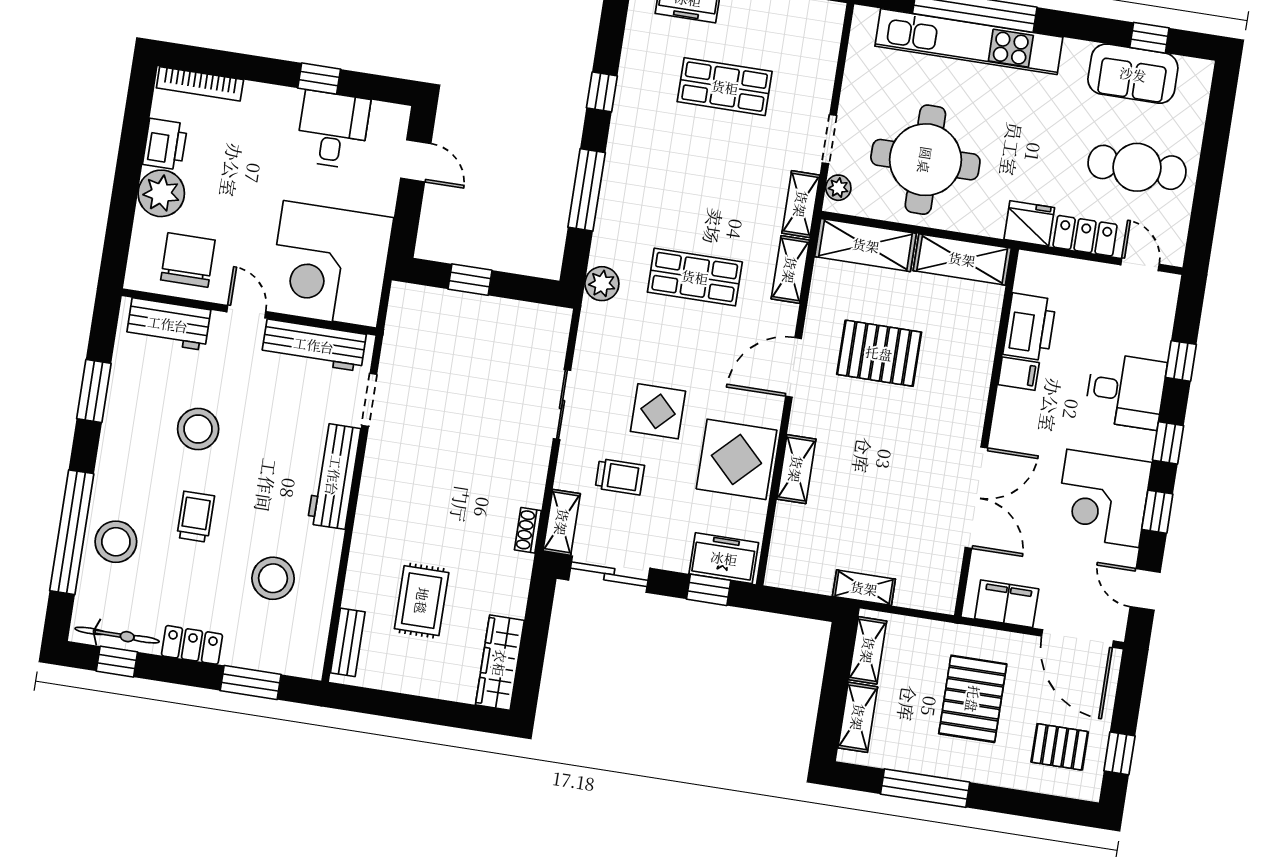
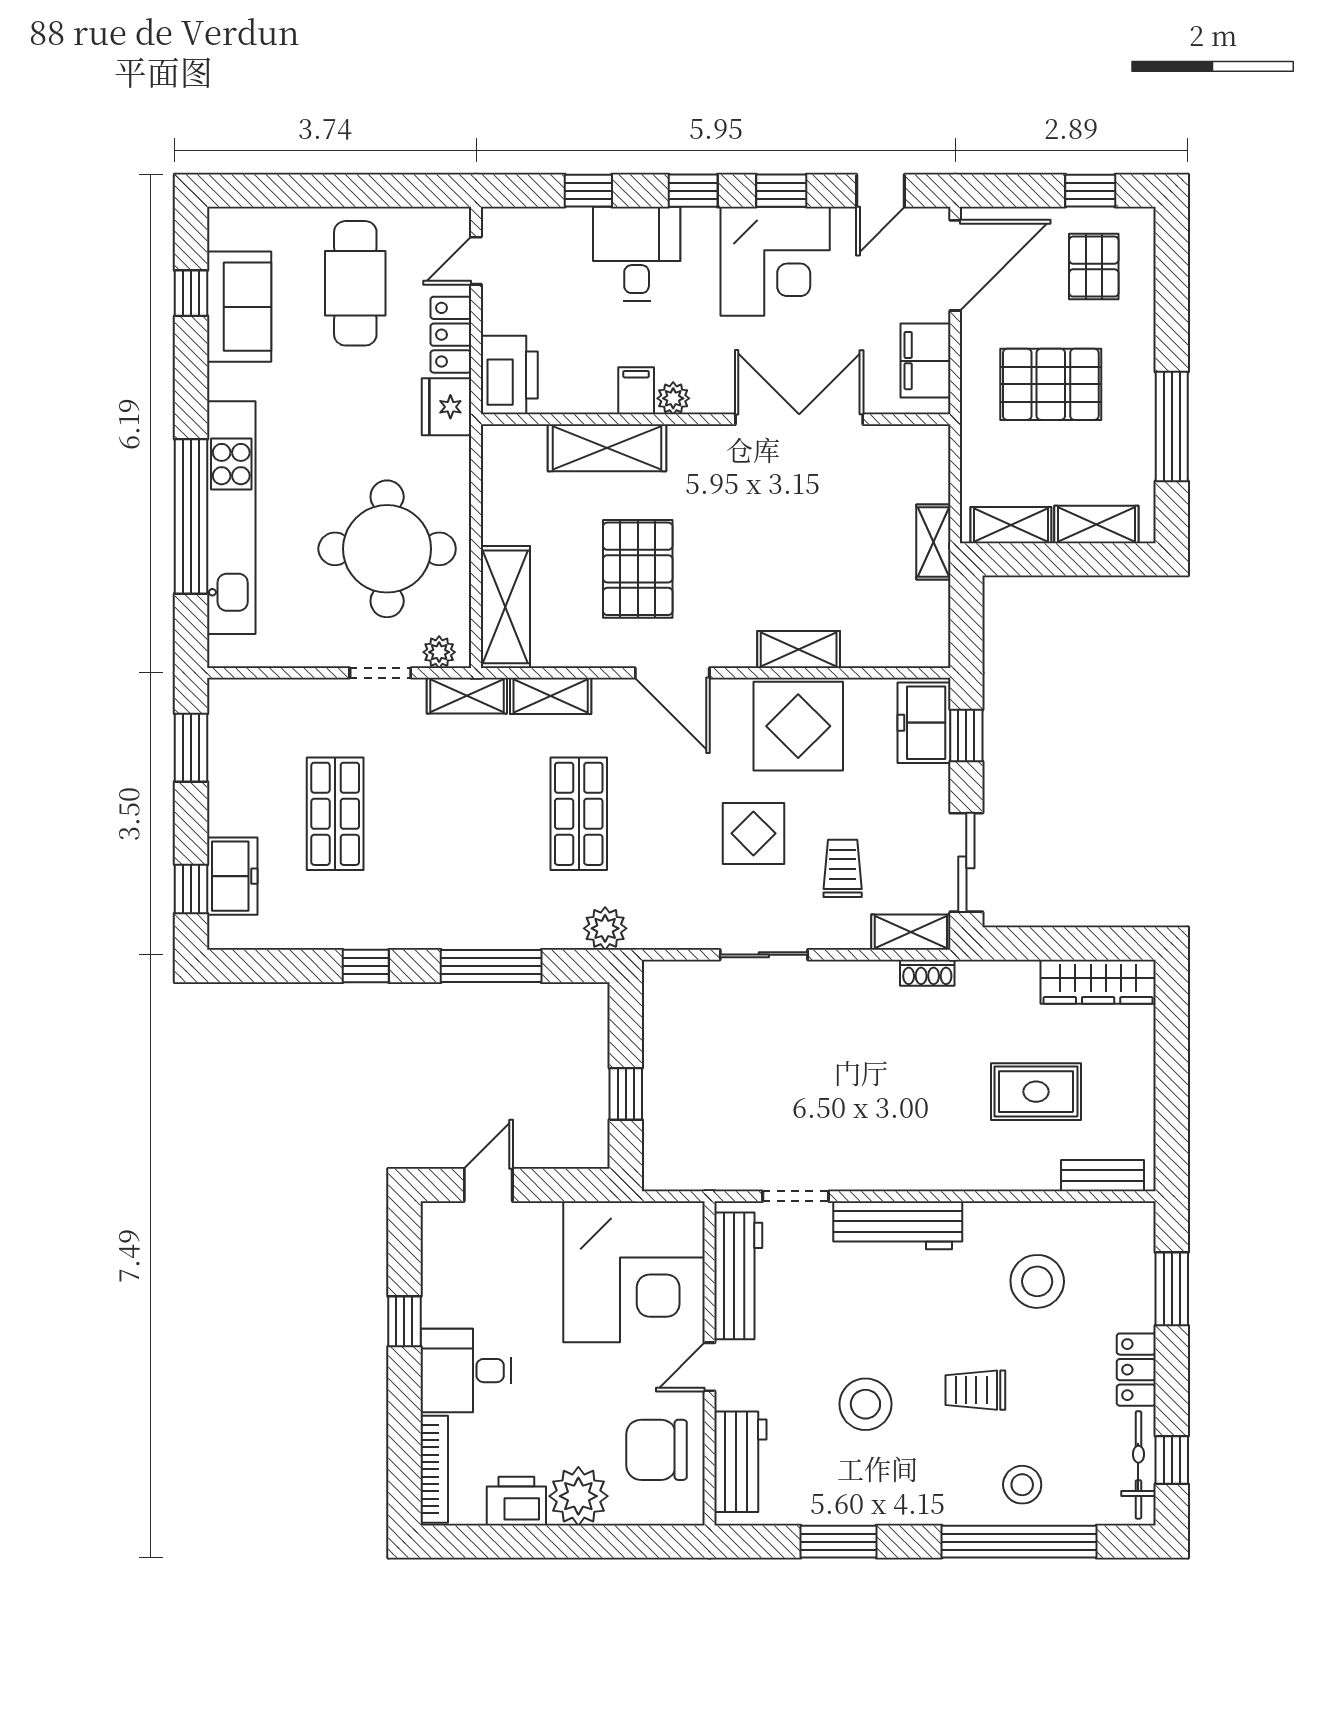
desk: (333, 130) -> (466, 1371), moved
shelving: (962, 259) -> (607, 448), moved, turned 90
printer: (1030, 327) -> (509, 375), moved, turned 90
plant: (1008, 402) -> (673, 398), added
stool: (116, 542) -> (1022, 1485), width x0.73, depth x0.73

